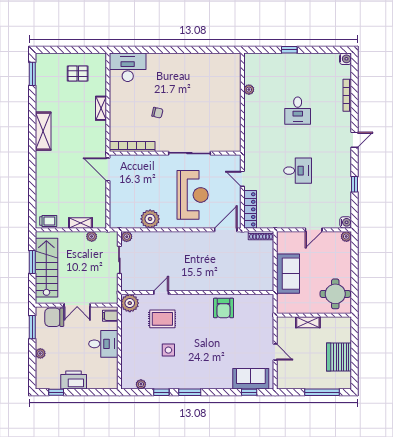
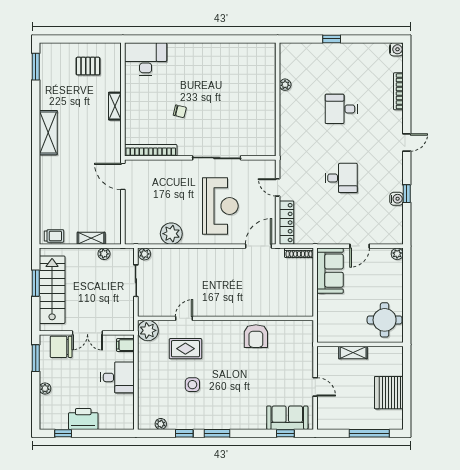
desk: (298, 111) -> (341, 109), turned 90
water cooler: (346, 222) -> (397, 199), moved
sofa: (288, 274) -> (330, 271), moved

